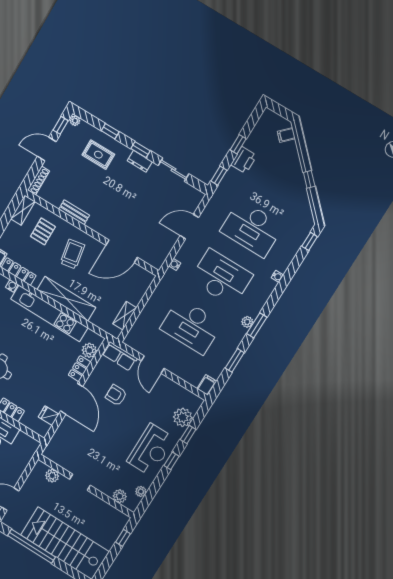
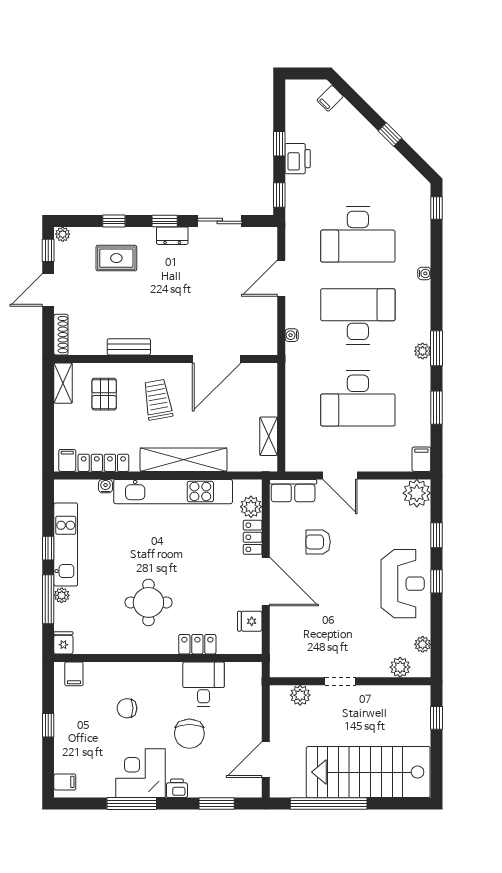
plant: (183, 417) -> (417, 493), moved

